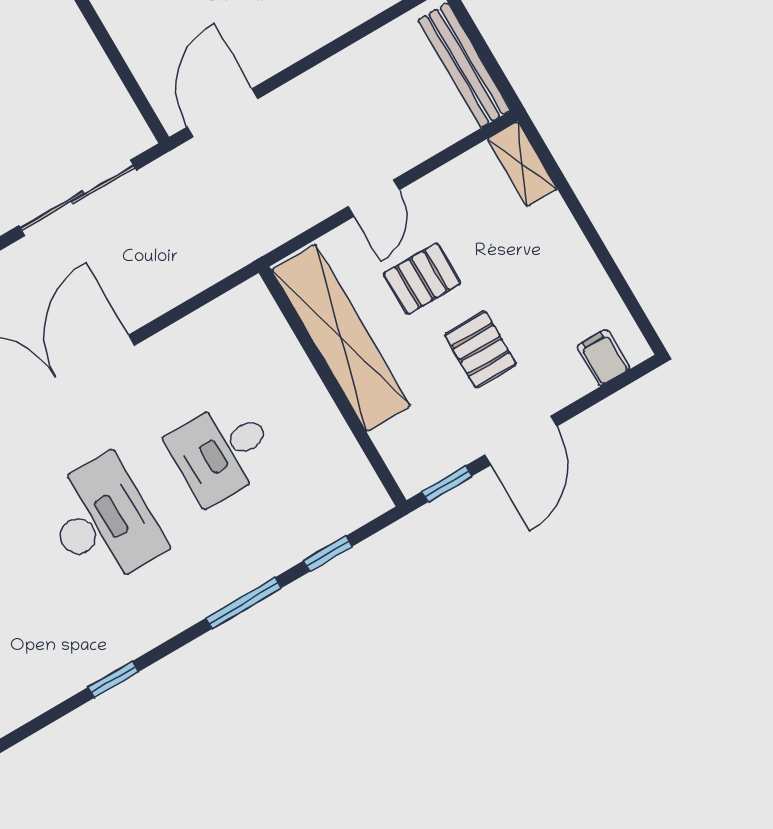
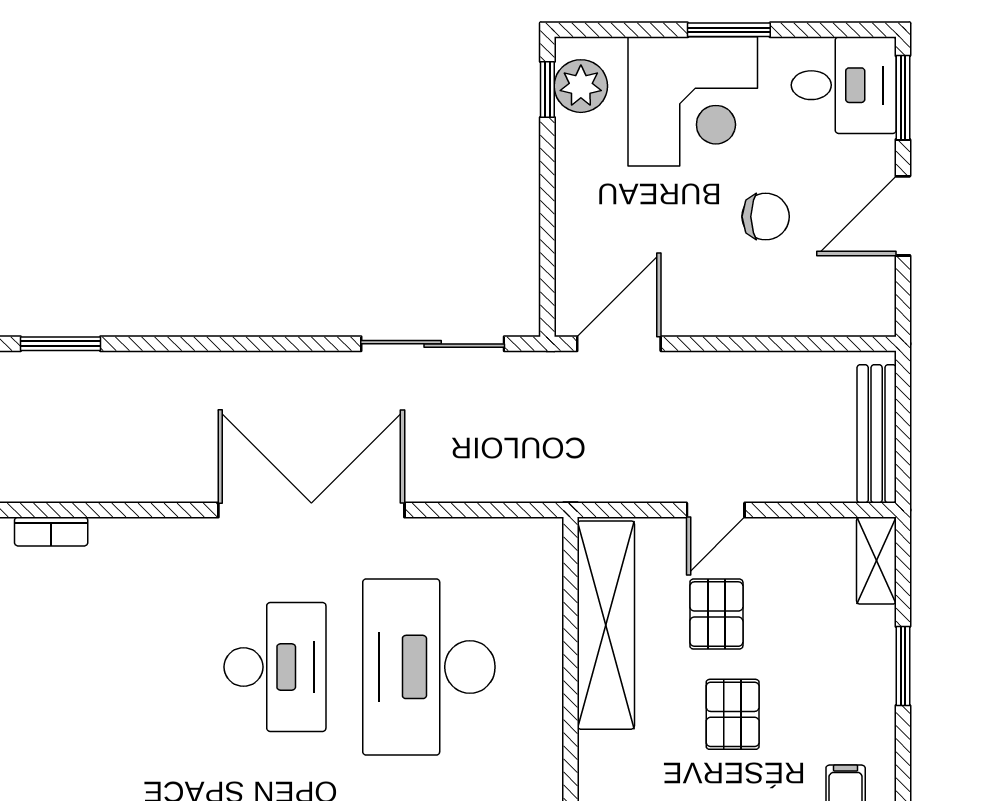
window: (591, 234) -> (903, 666), added
pallet: (422, 279) -> (716, 614), turned 90
desk: (222, 451) -> (429, 667), width x1.87, depth x1.30

